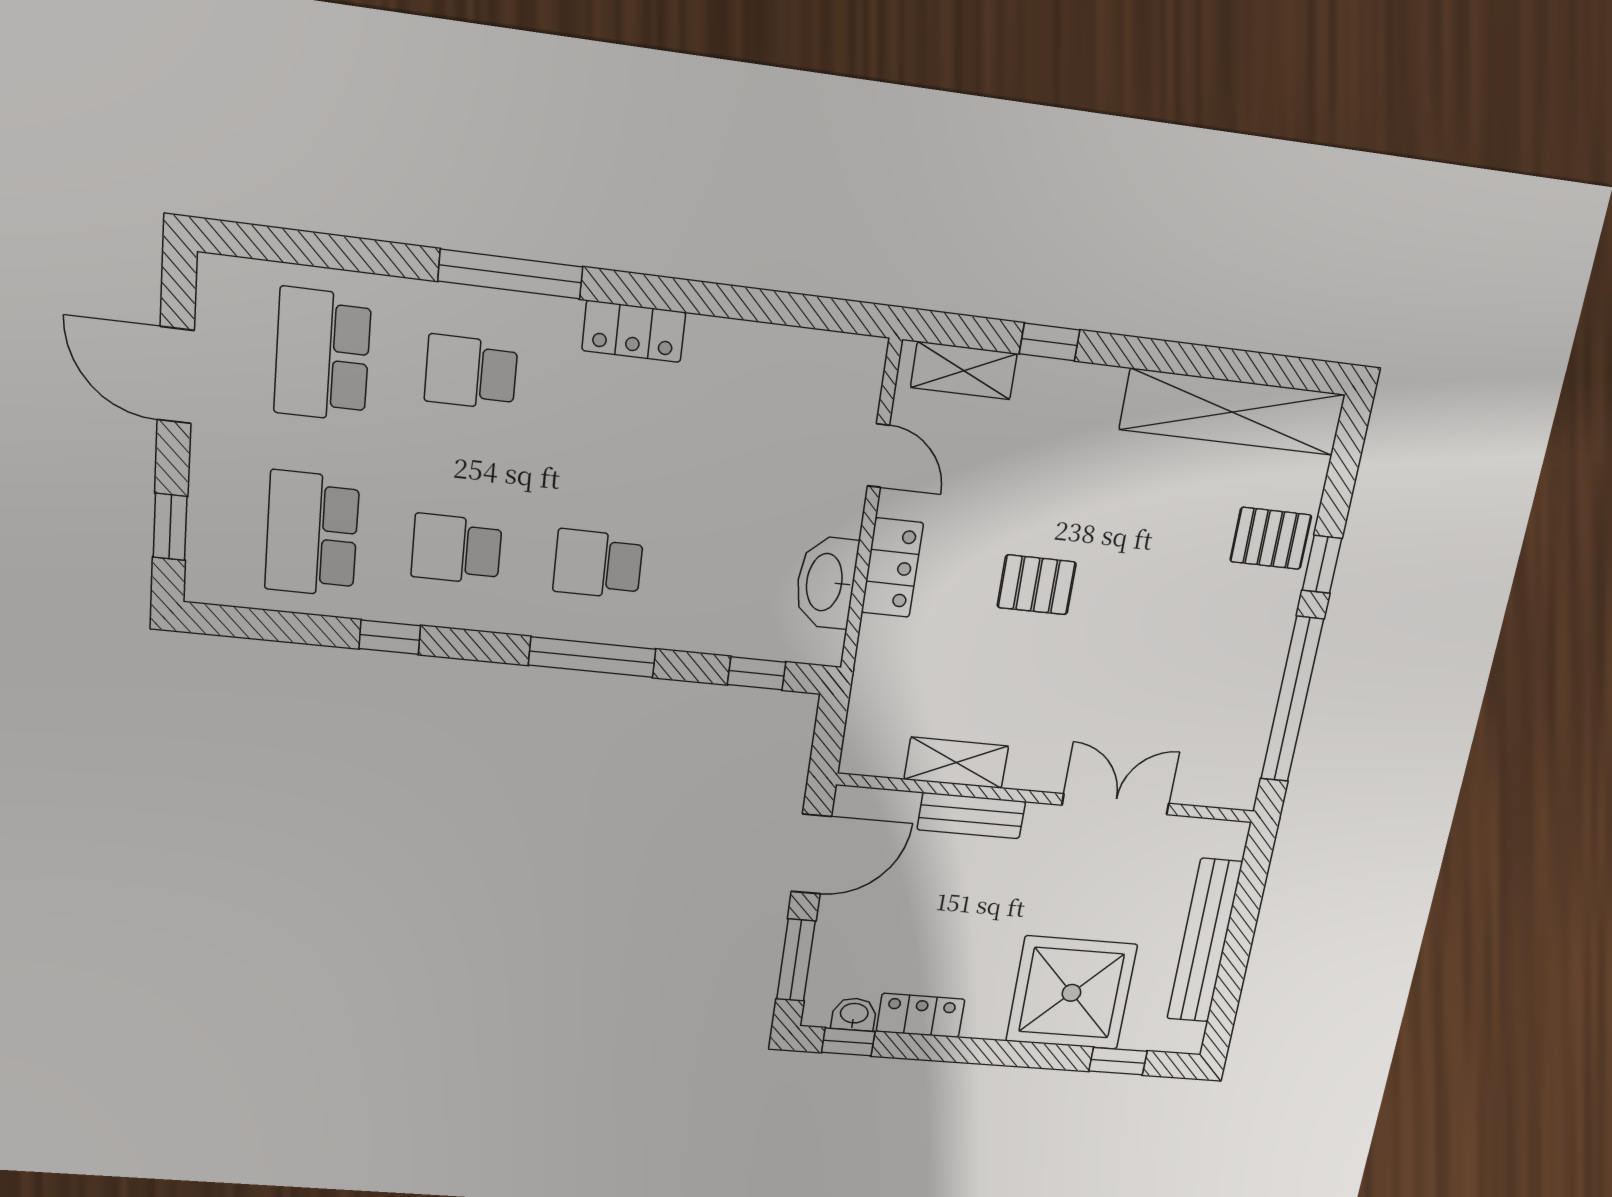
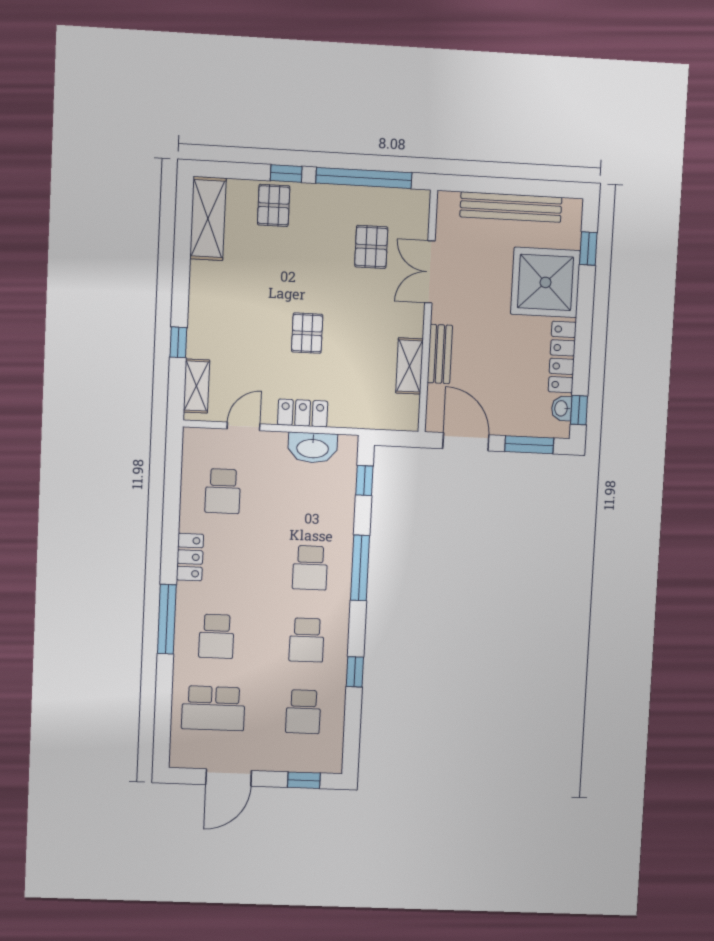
school desk: (759, 406) -> (223, 491), added
shelving: (1232, 412) -> (208, 218), width x0.68
school desk: (312, 534) -> (303, 712), width x0.54
pallet: (1173, 706) -> (371, 247), added
locker: (920, 1015) -> (562, 357), width x1.53

